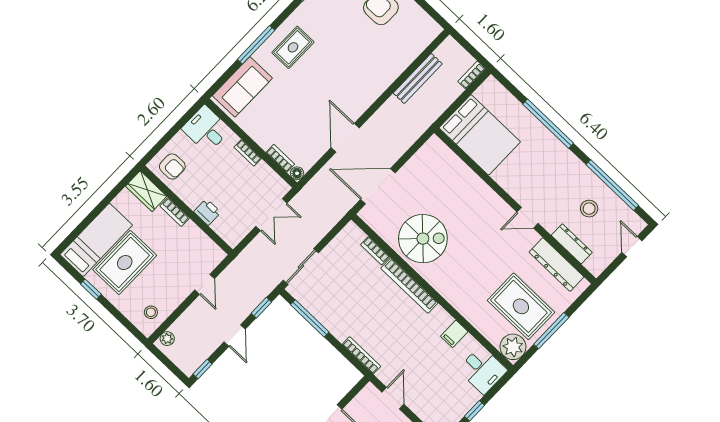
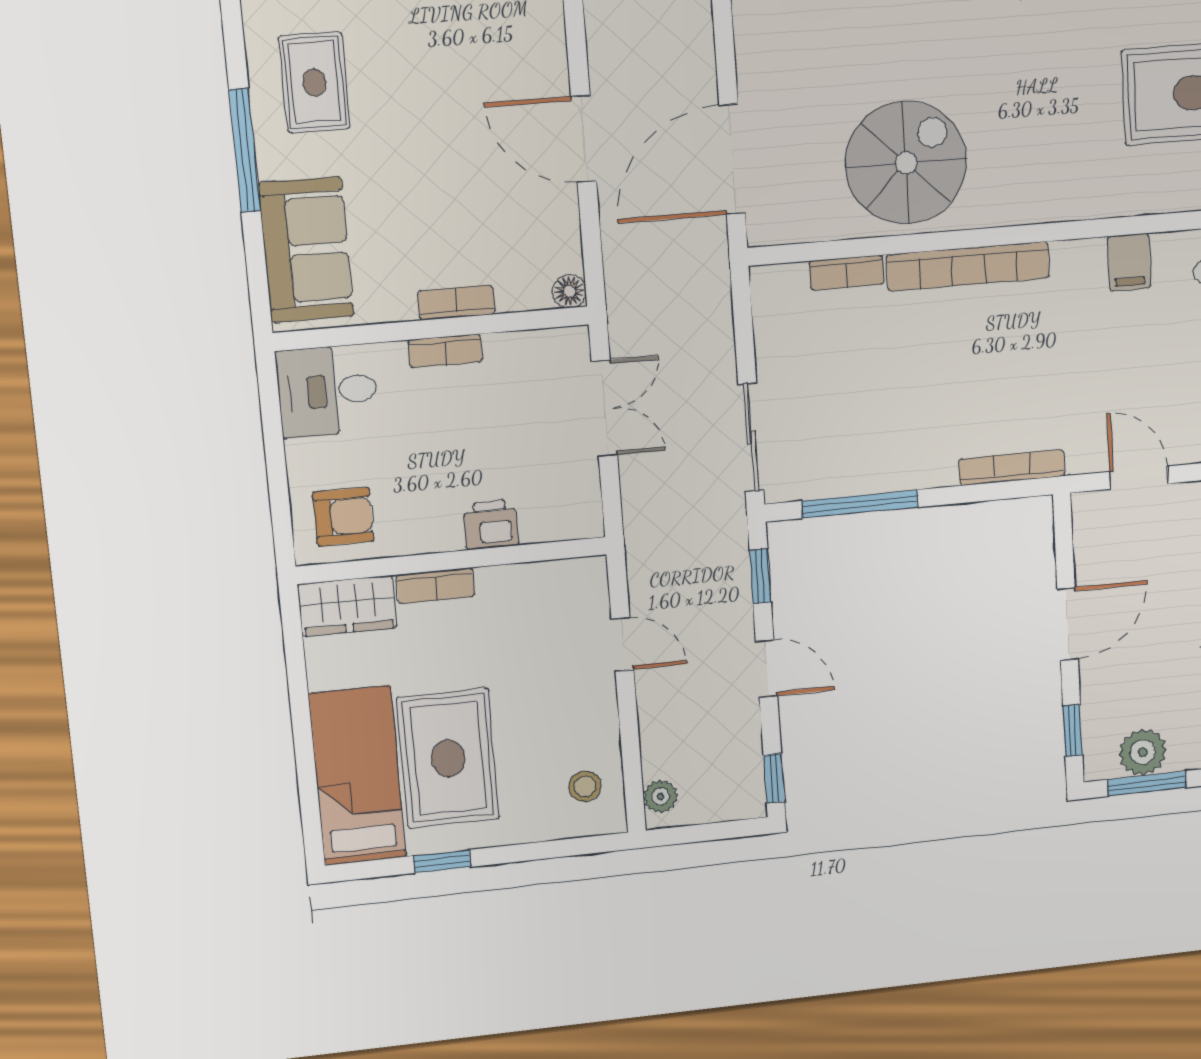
bookcase: (280, 158) -> (456, 303), moved

